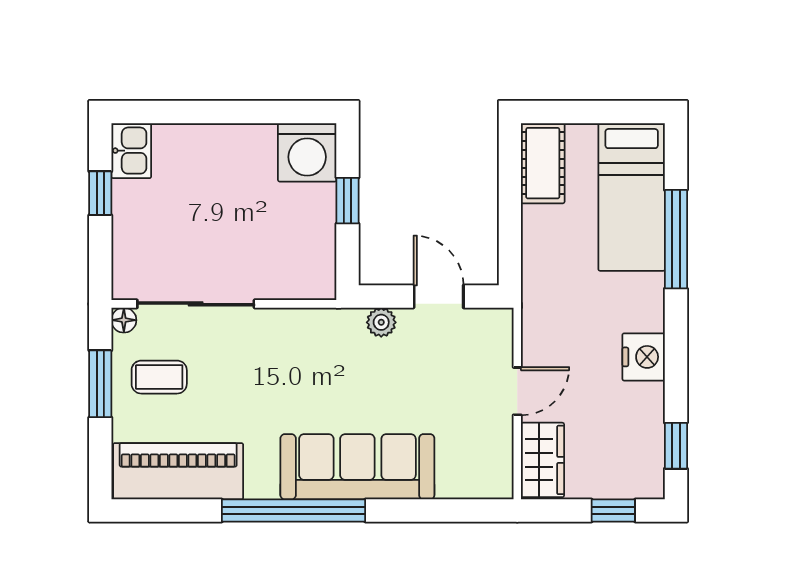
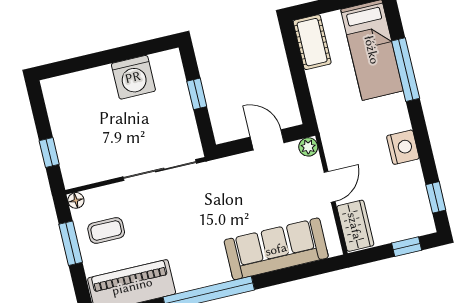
kitchen sink: (131, 151) -> (56, 94), removed
washing machine: (307, 152) -> (133, 77), moved
window: (100, 193) -> (49, 152), moved
sliding door: (196, 304) -> (160, 170), moved
plant: (381, 322) -> (308, 147), moved
sofa: (357, 467) -> (276, 249), moved

